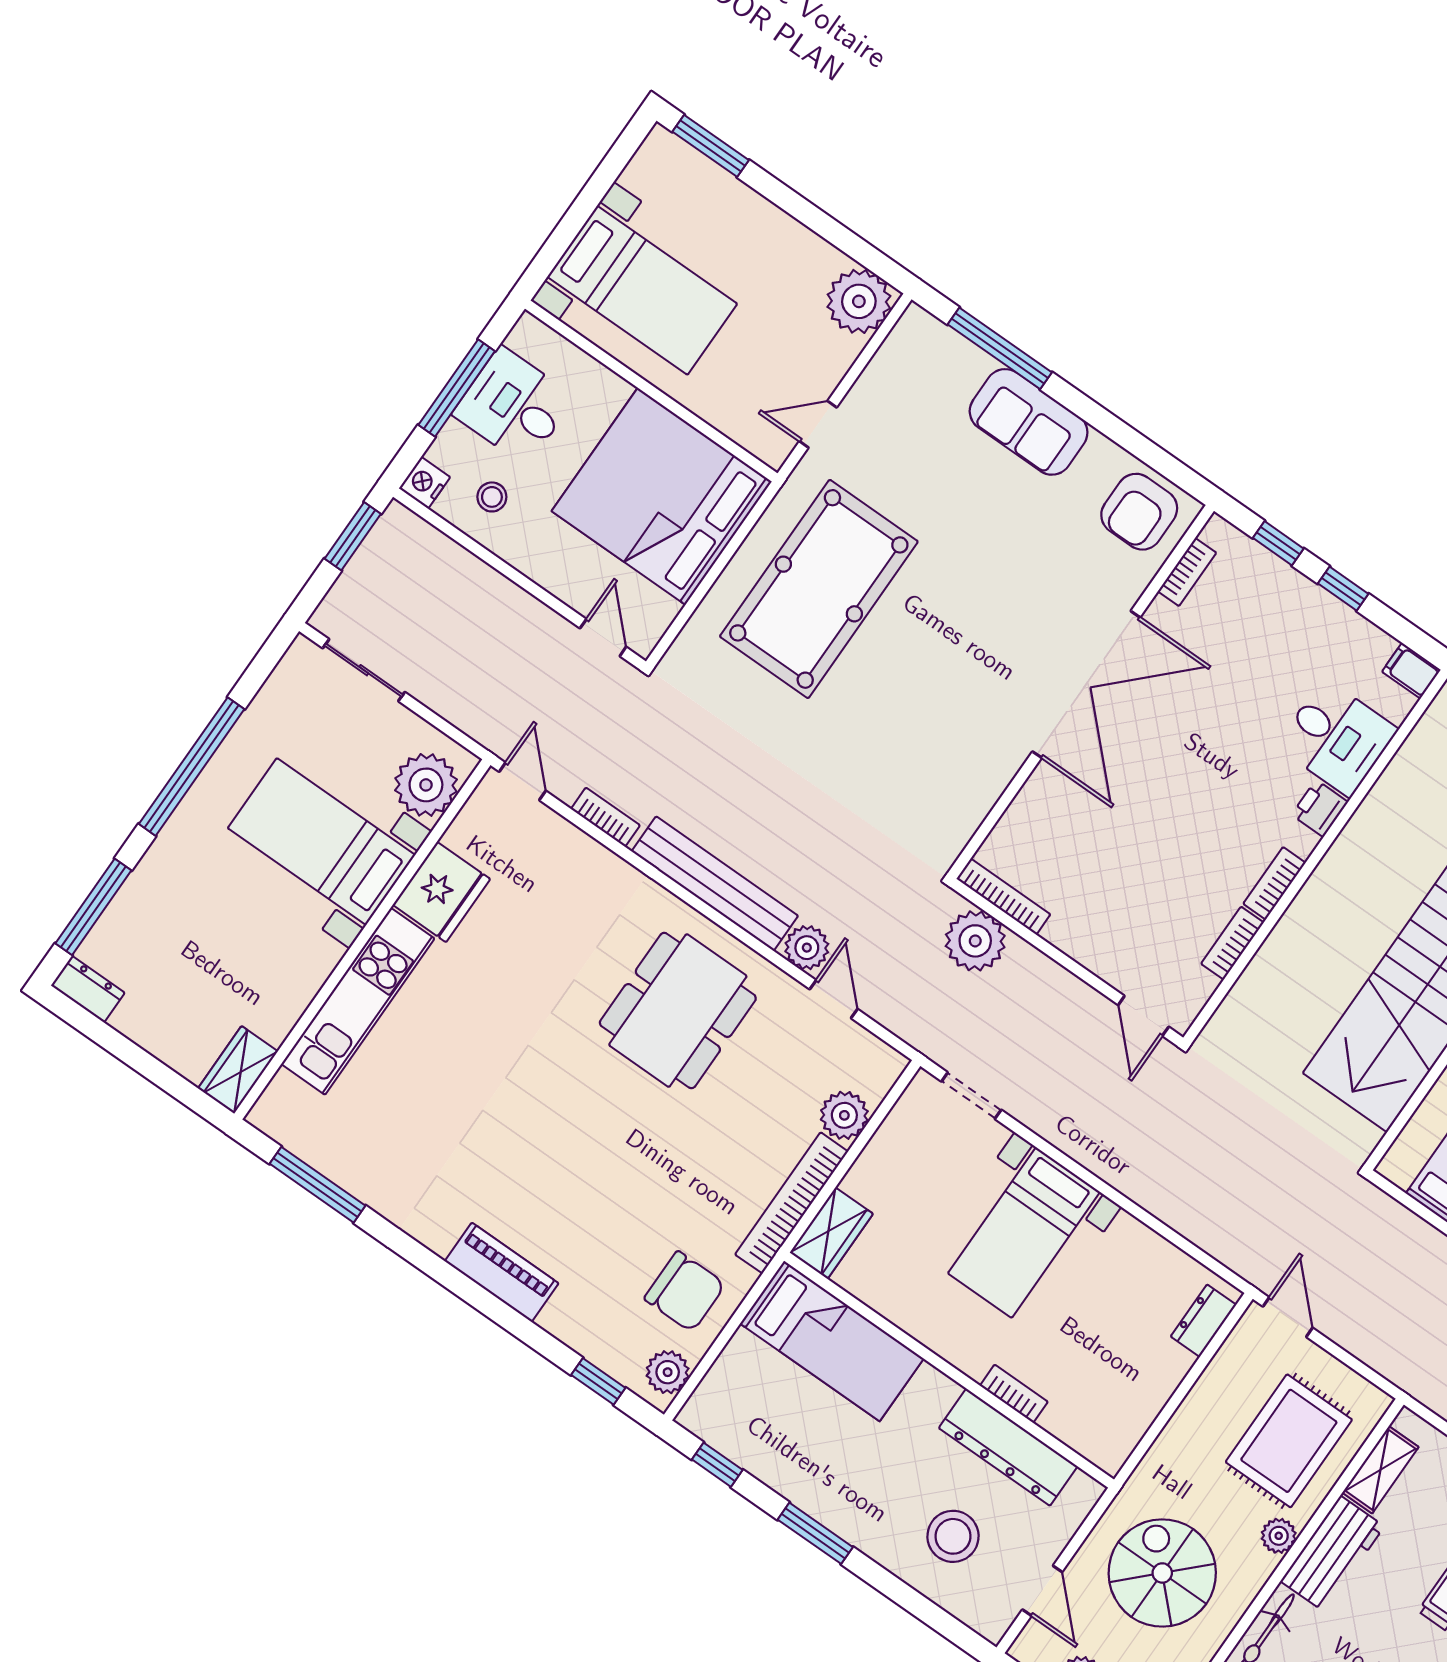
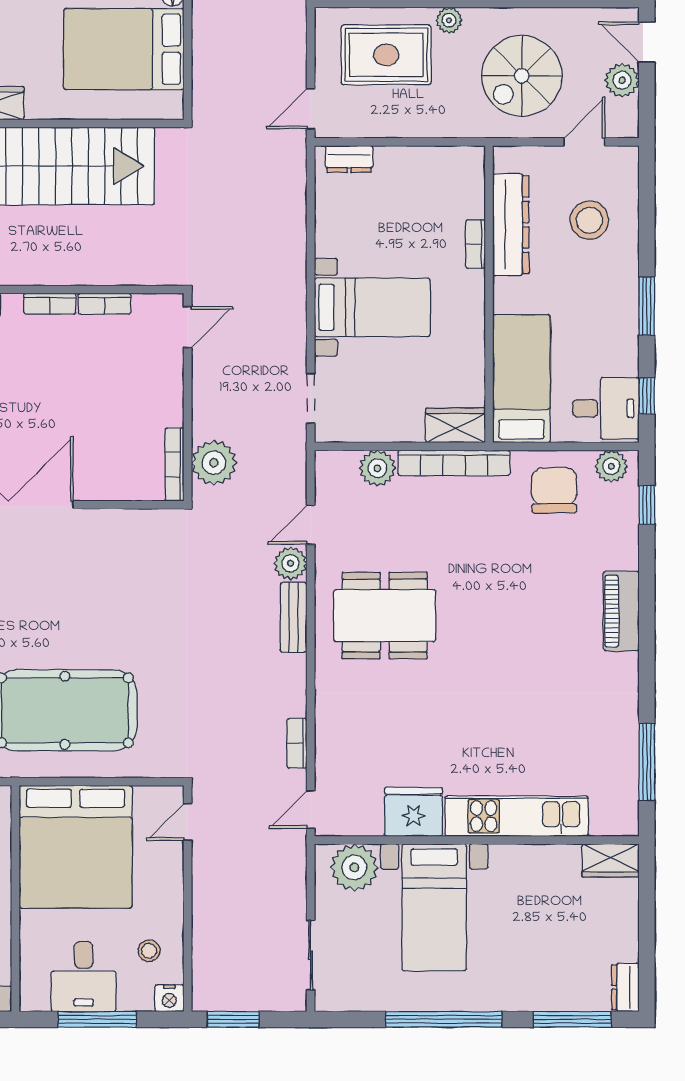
bench: (715, 884) -> (294, 617), width x0.54, depth x0.82
desk: (735, 1410) -> (606, 408), added

